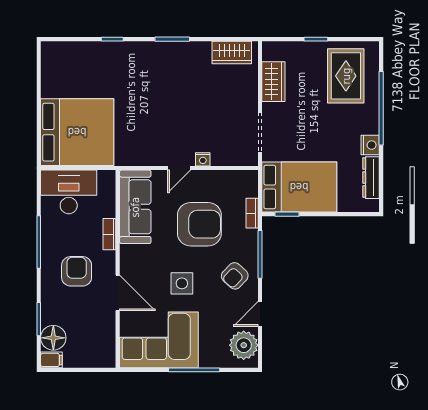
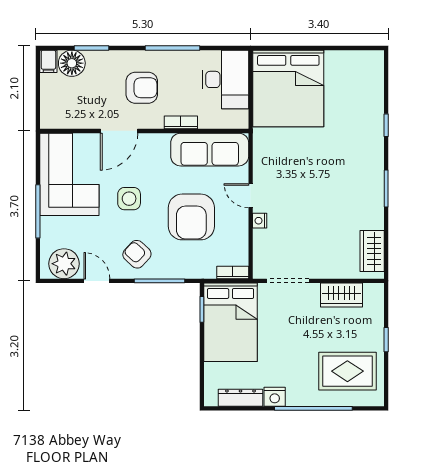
bookcase: (252, 213) -> (233, 272), moved

